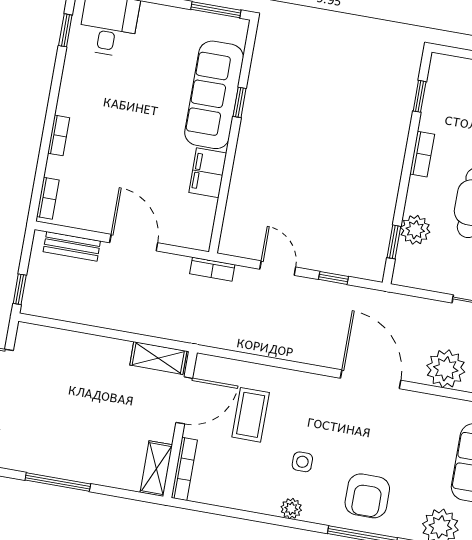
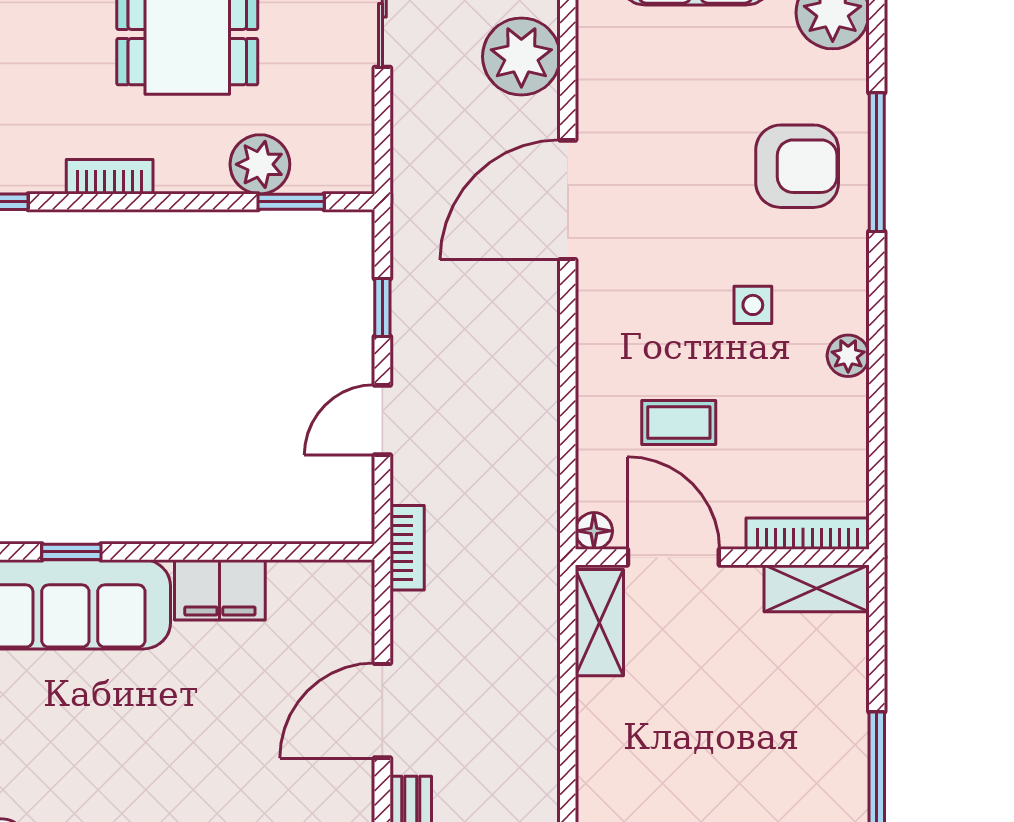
floor lamp: (204, 363) -> (594, 531), added
coffee table: (251, 415) -> (679, 422), width x0.73, depth x0.77
plant: (291, 509) -> (848, 356), moved

